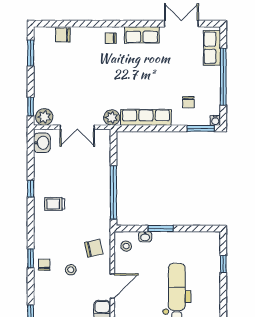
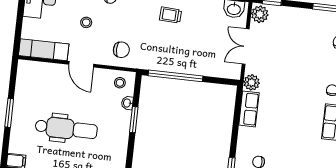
row of seats: (146, 117) -> (249, 109), width x0.68
trolley: (55, 204) -> (171, 15), turned -87
chair: (94, 248) -> (121, 50), turned -77
stool: (71, 270) -> (86, 22), moved

